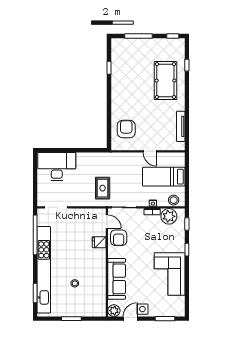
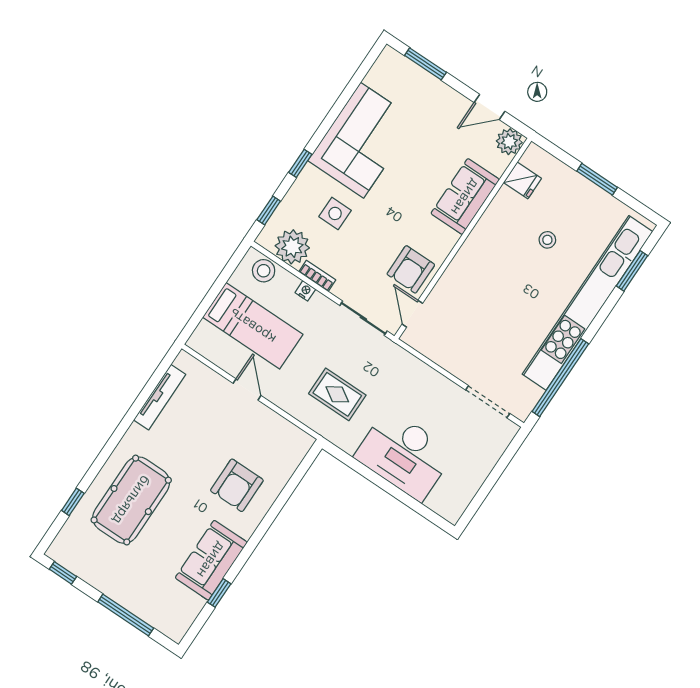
sofa: (120, 78) -> (211, 560), added
armchair: (126, 129) -> (237, 485), moved
desk: (57, 167) -> (404, 455), moved
rug: (103, 188) -> (337, 394), moved, turned 90
armchair: (119, 238) -> (411, 269), turned 180
fridge: (99, 242) -> (522, 180), moved
sofa: (117, 279) -> (465, 197), width x0.73
side table: (142, 309) -> (335, 213), moved

